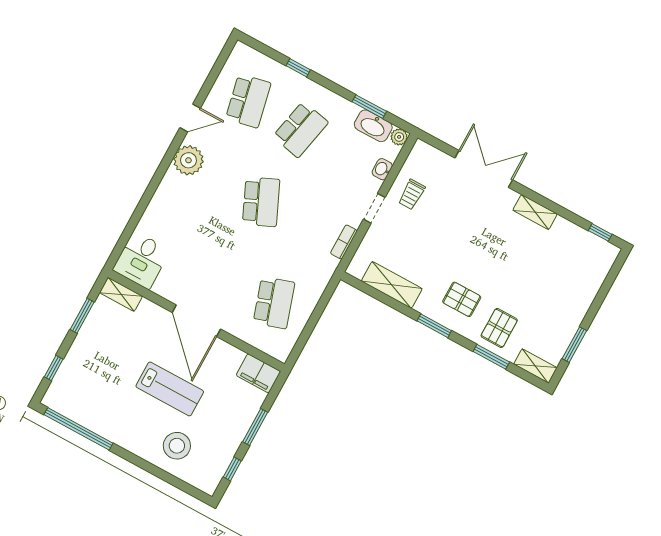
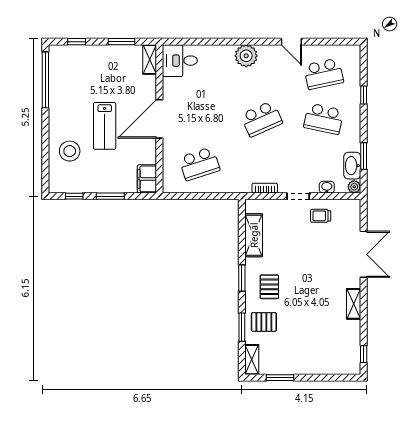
plant: (189, 160) -> (246, 56), moved

